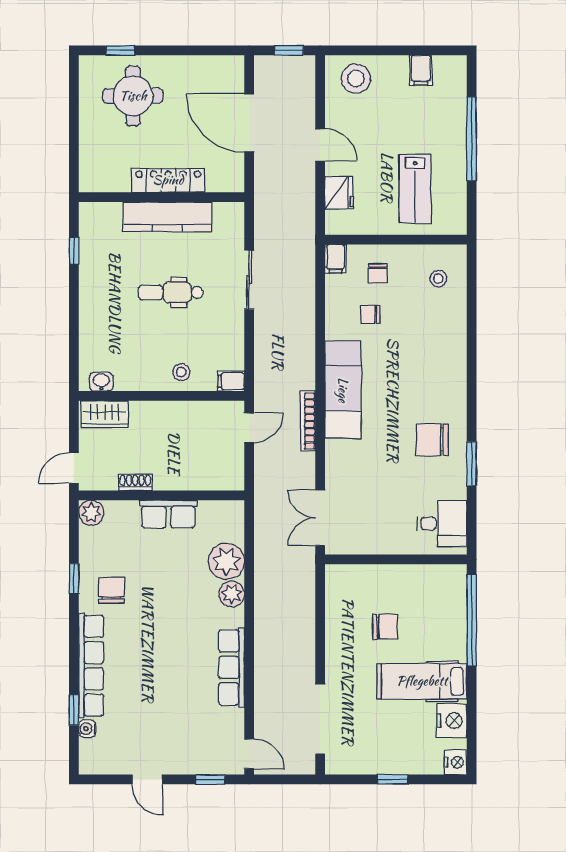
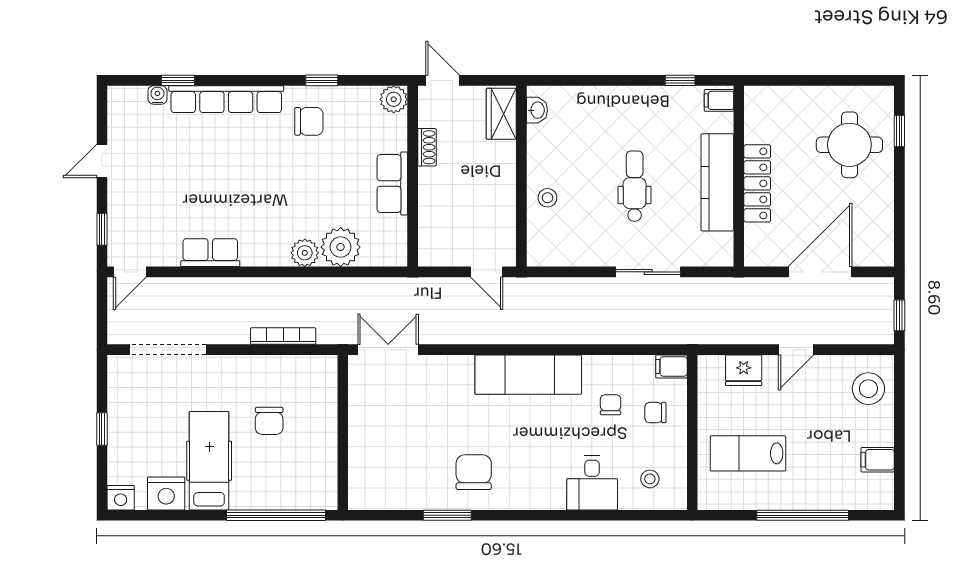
filing cabinet: (231, 381) -> (719, 100), moved, turned -90
bookcase: (308, 421) -> (283, 336), moved
desk: (442, 524) -> (592, 483), moved
row of seats: (232, 667) -> (210, 253), width x0.68

